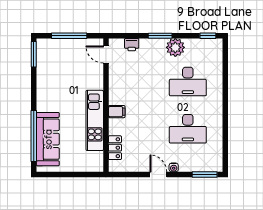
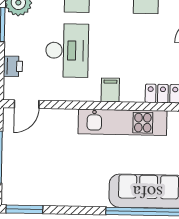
desk: (143, 81) -> (67, 50), added

